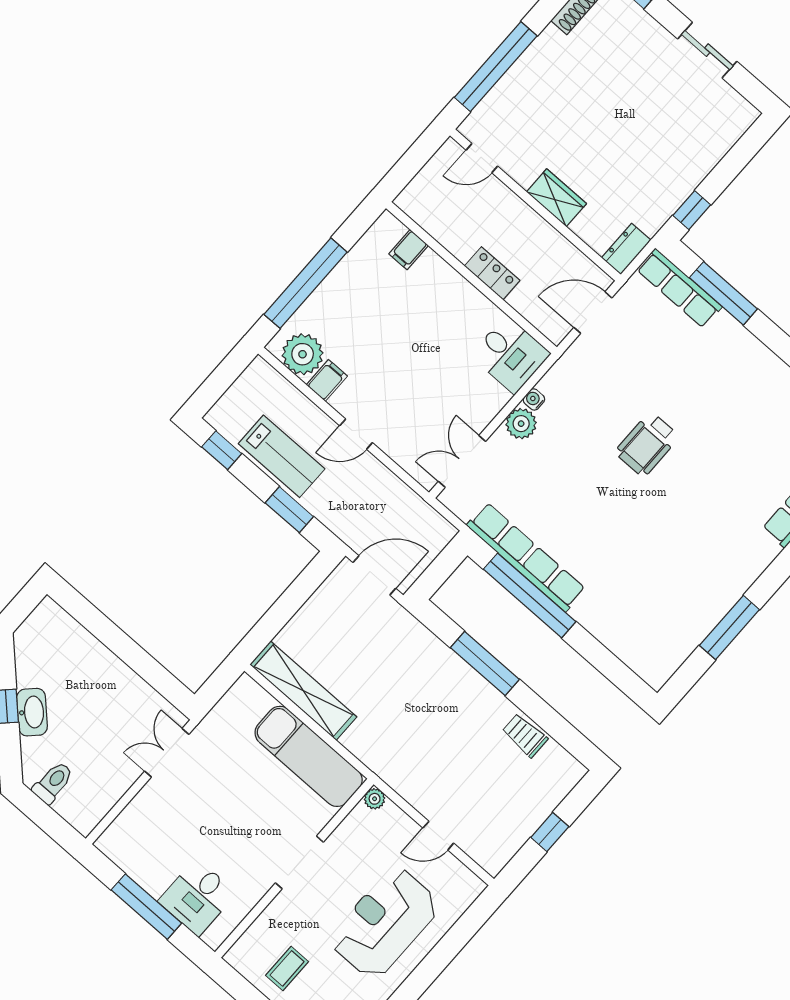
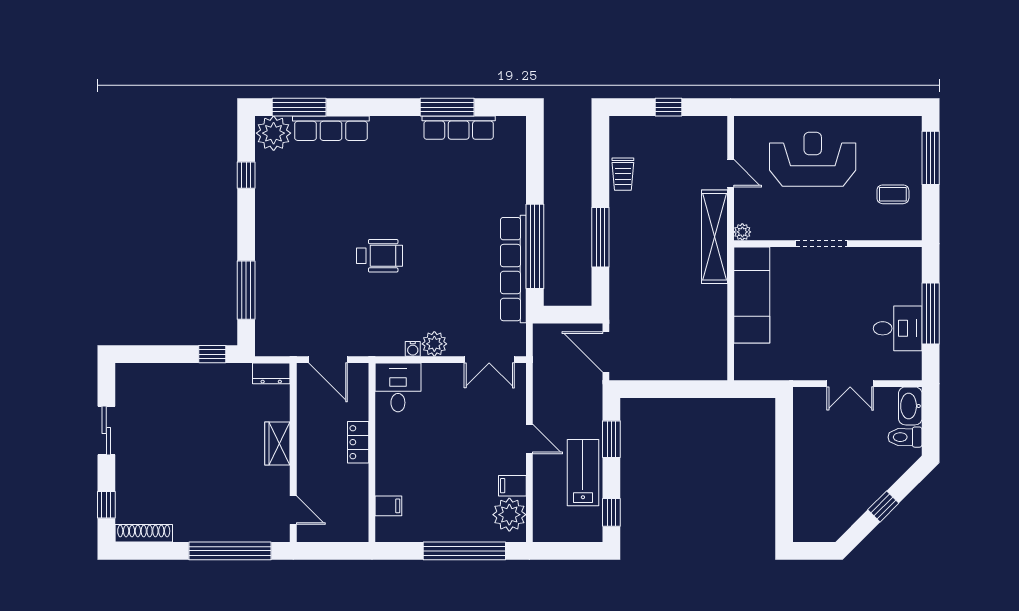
row of seats: (679, 288) -> (459, 128), moved, turned 90
shelving: (303, 691) -> (714, 237), moved
washbasin: (32, 712) -> (910, 406), moved, turned -45
double door: (167, 753) -> (850, 384), moved
desk: (197, 897) -> (898, 328), moved
reception desk: (385, 923) -> (813, 159), turned 180

